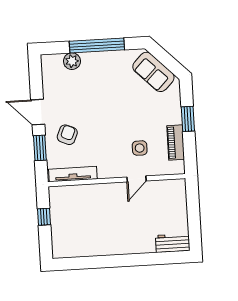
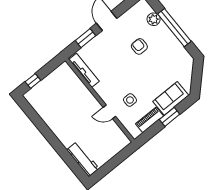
sofa: (153, 72) -> (171, 98), moved, turned 45
armchair: (67, 135) -> (139, 46), moved, turned -113
window: (44, 217) -> (33, 81), moved
workbench: (173, 243) -> (83, 159), width x1.38

